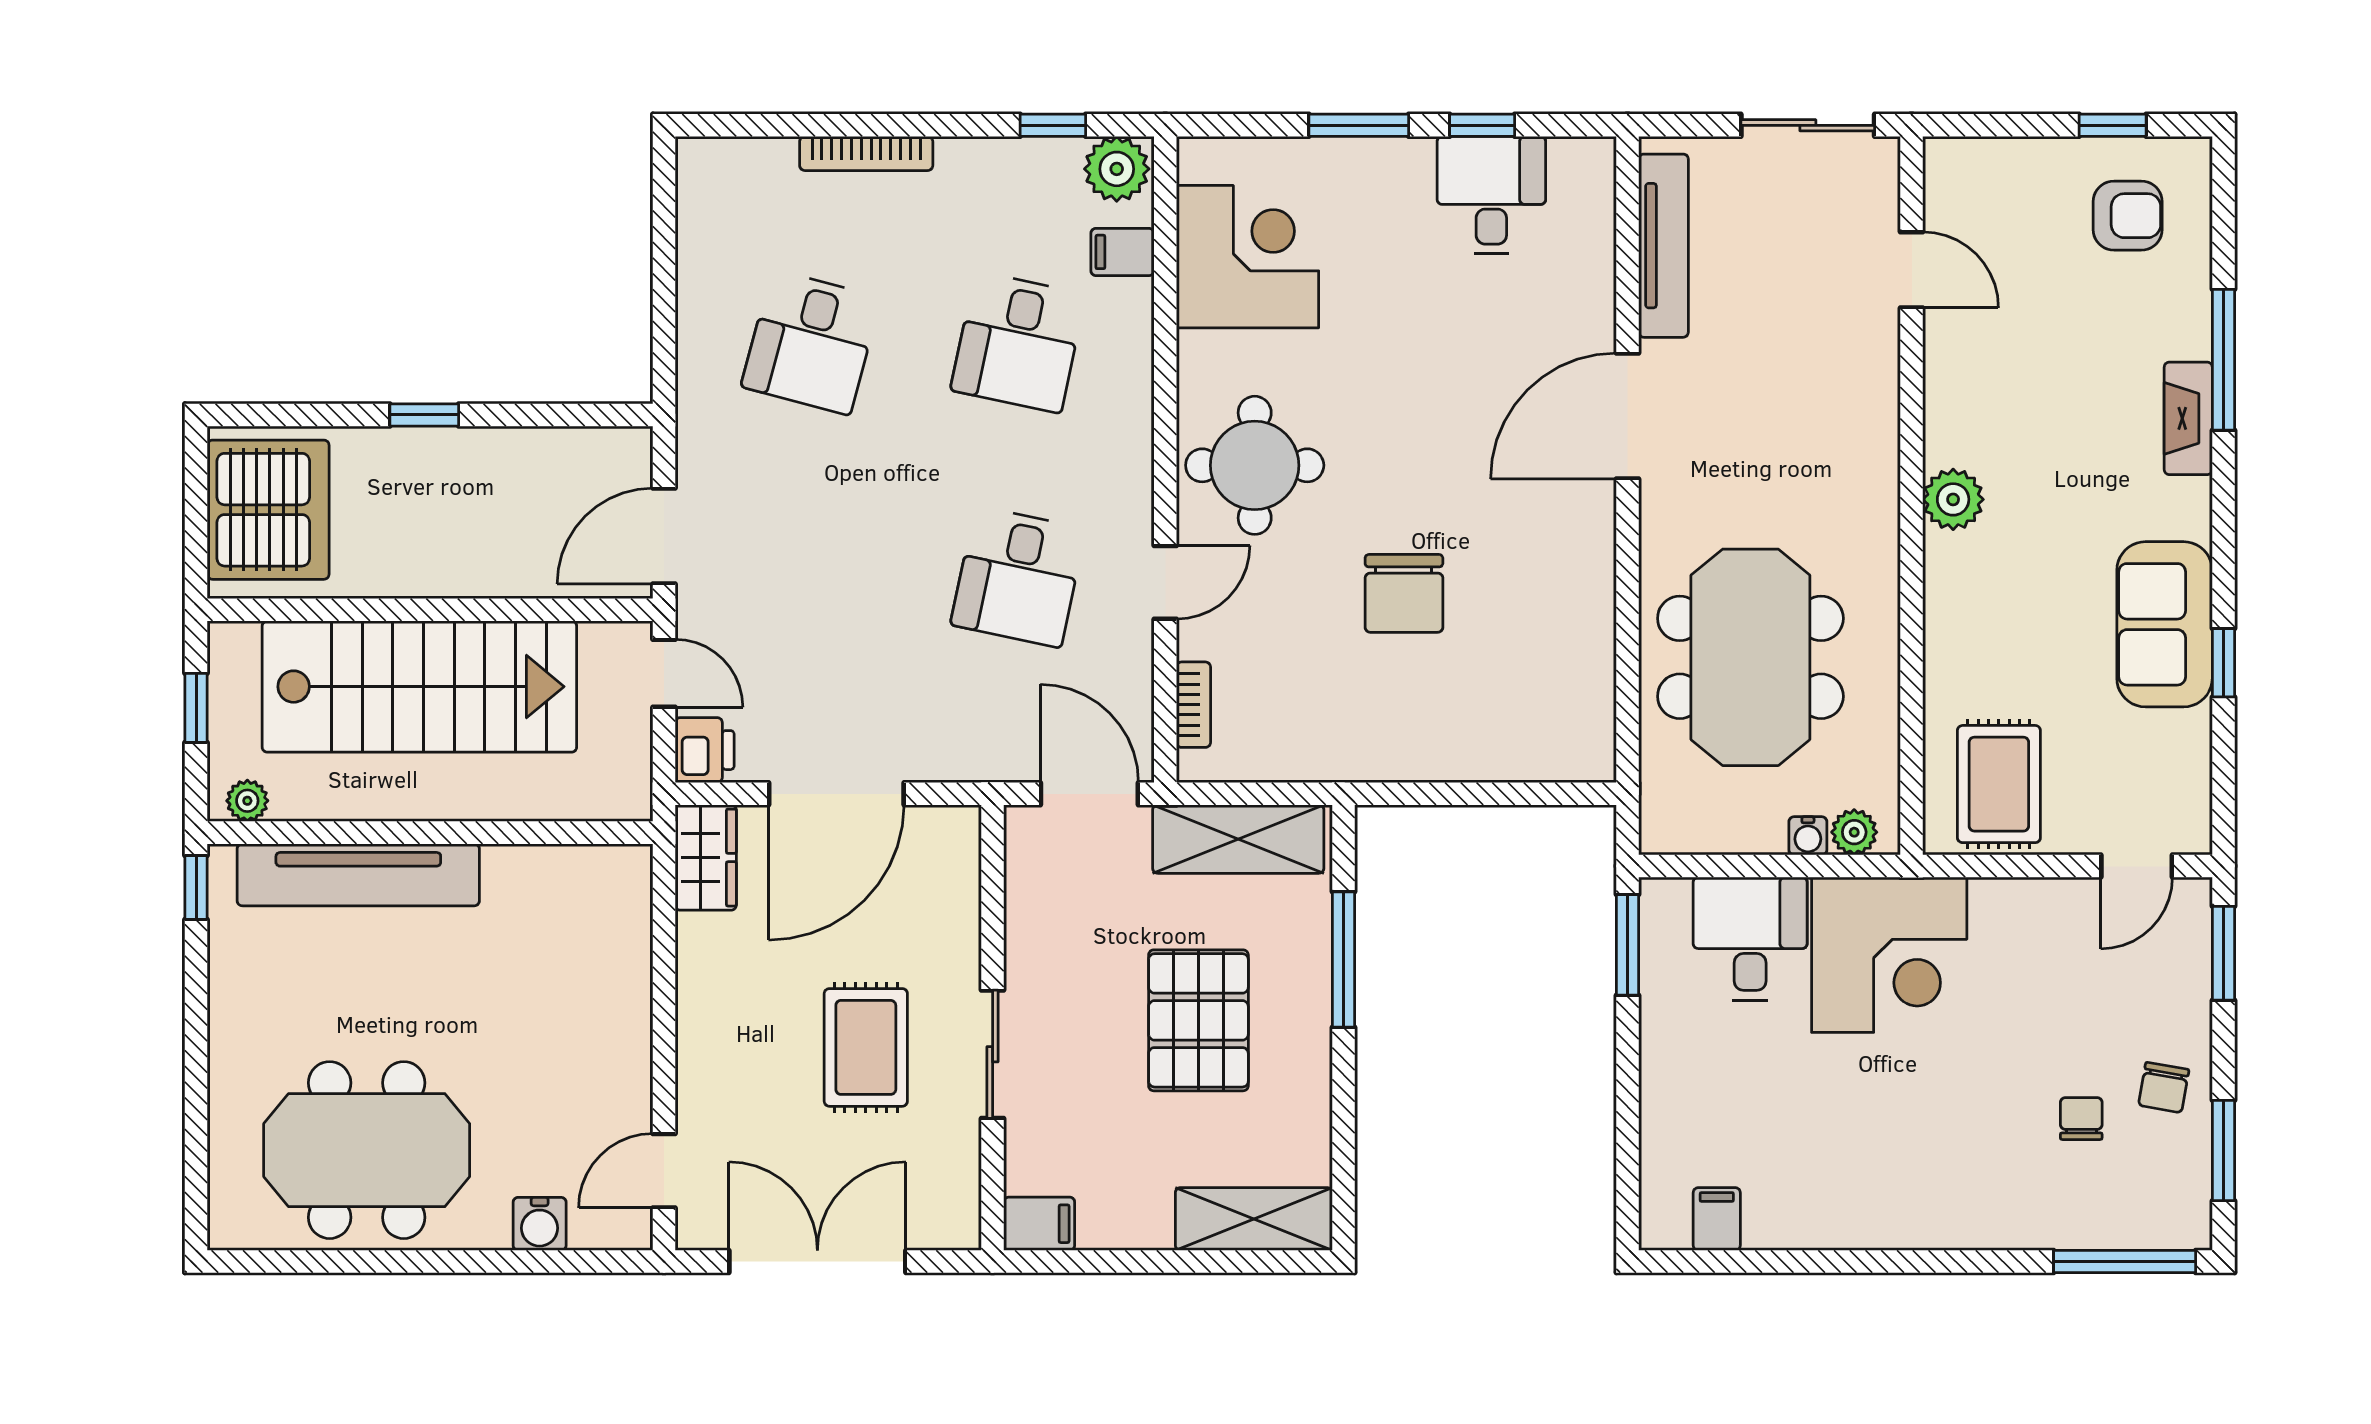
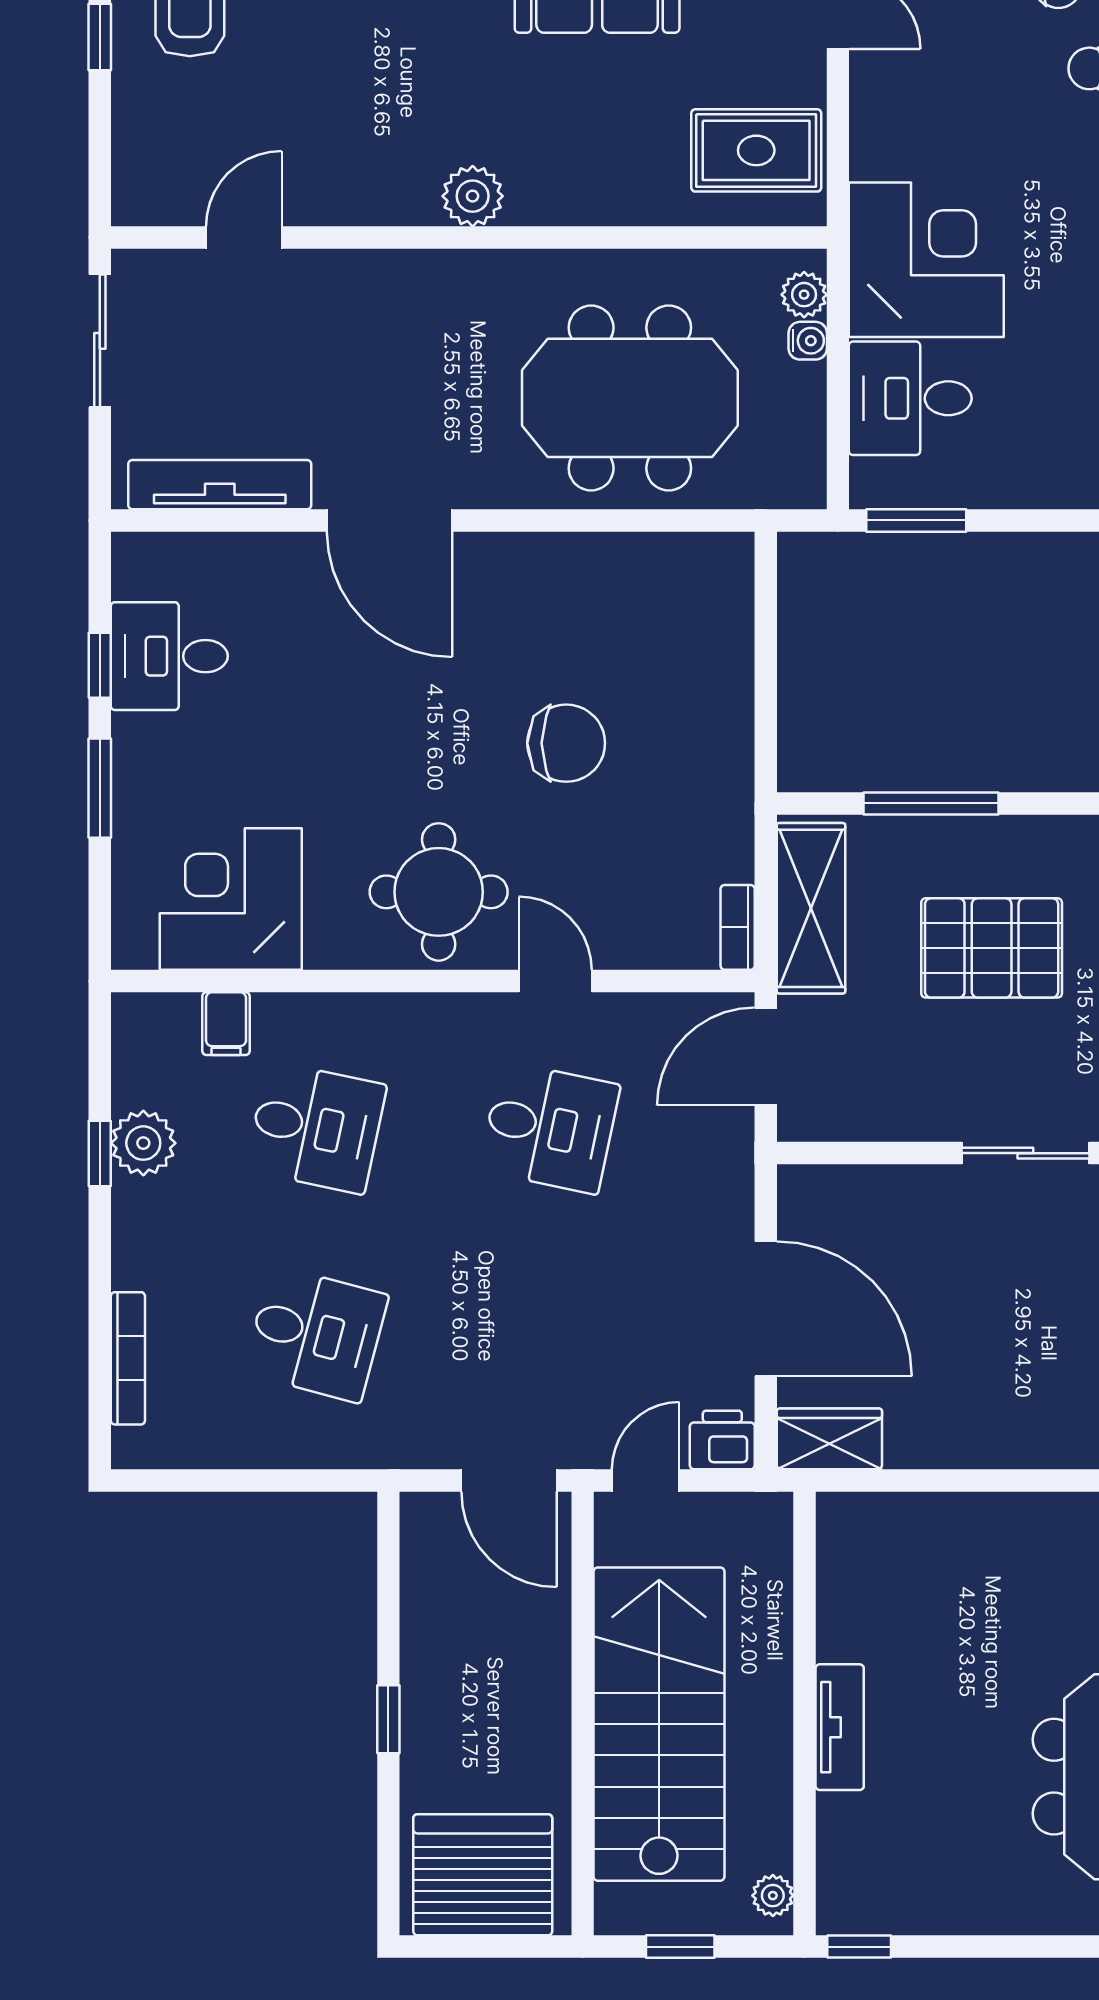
window: (1053, 125) -> (100, 1154), moved
bookcase: (866, 153) -> (128, 1358), moved
plant: (1117, 169) -> (143, 1143), moved
bookcase: (1193, 705) -> (738, 927), moved, turned -90
tv unit: (358, 875) -> (840, 1727), width x0.52, depth x0.78
rug: (866, 1047) -> (1019, 1279), removed

